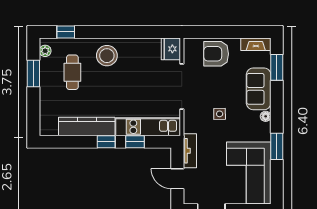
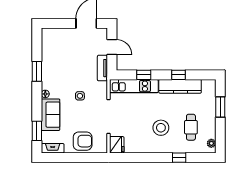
window: (66, 32) -> (179, 158), moved
stool: (107, 56) -> (161, 128), moved
window: (33, 73) -> (220, 107), moved
window: (106, 142) -> (178, 75), moved
corner sofa: (249, 173) -> (58, 51), removed

